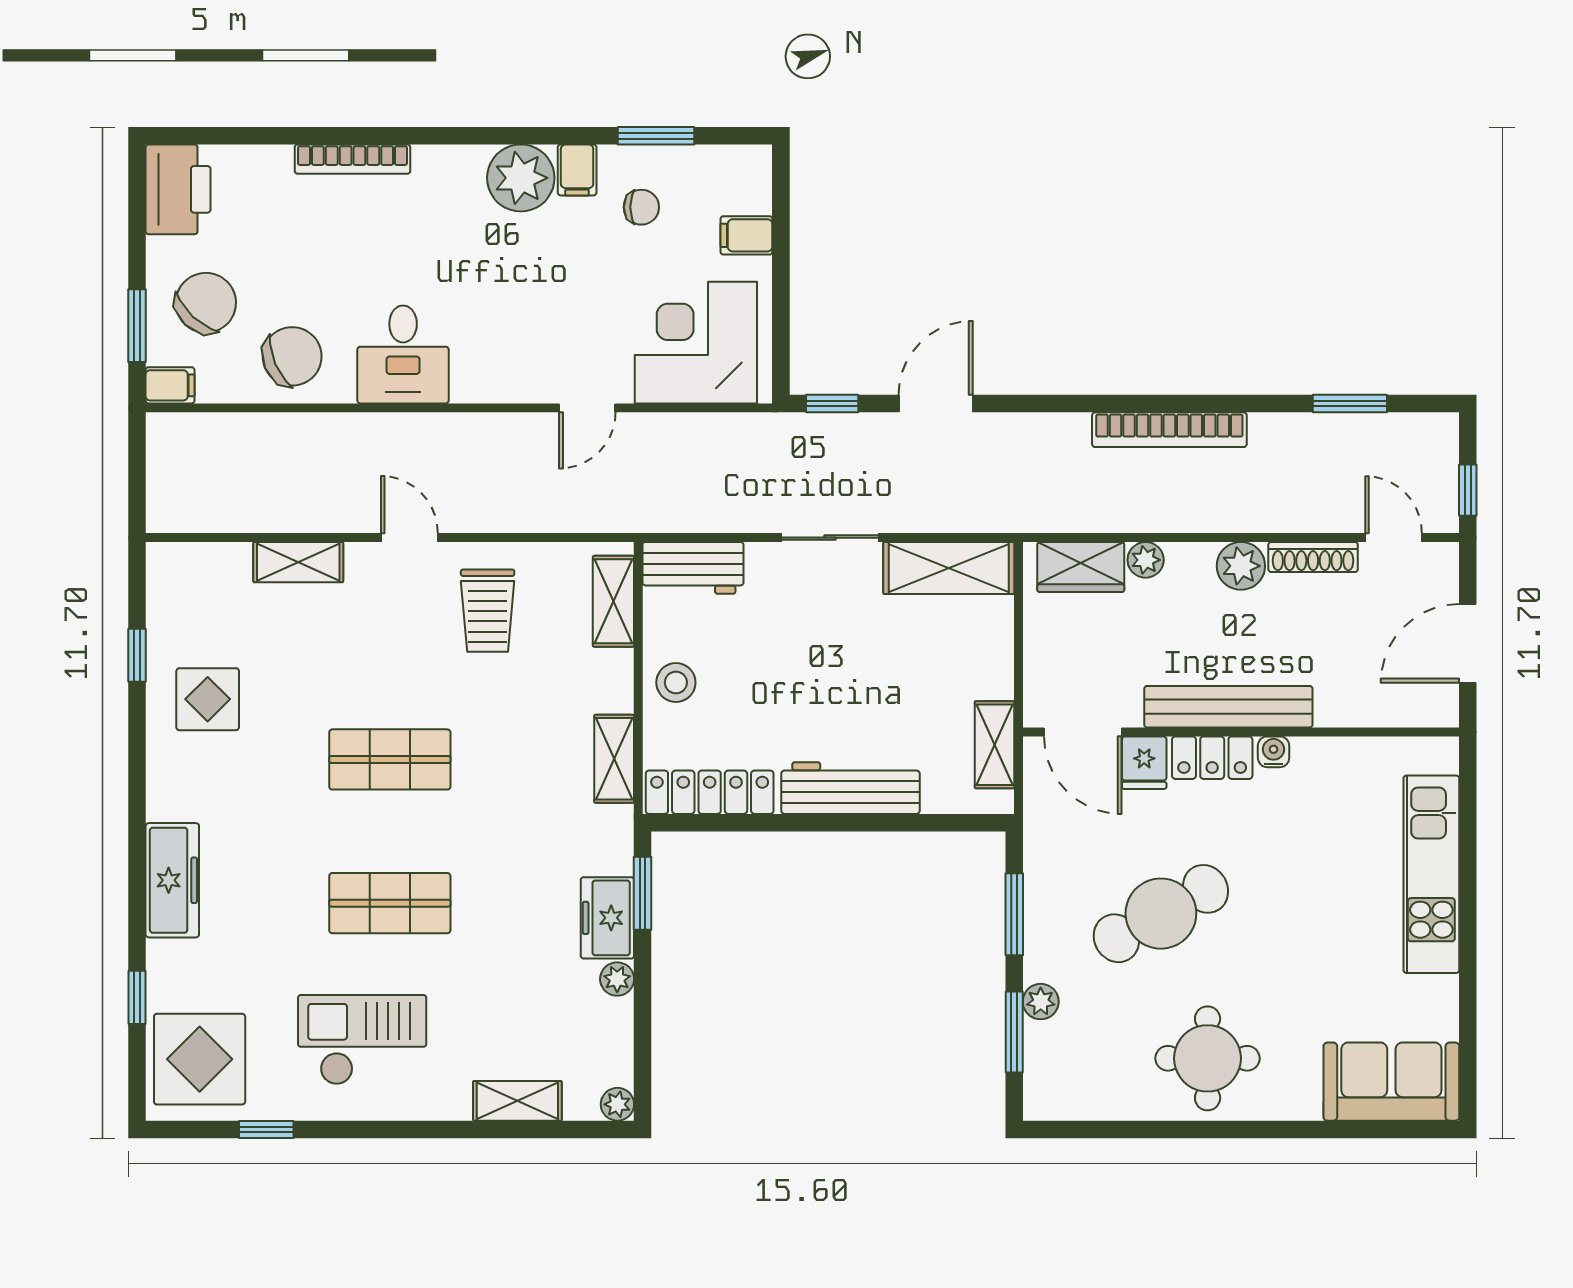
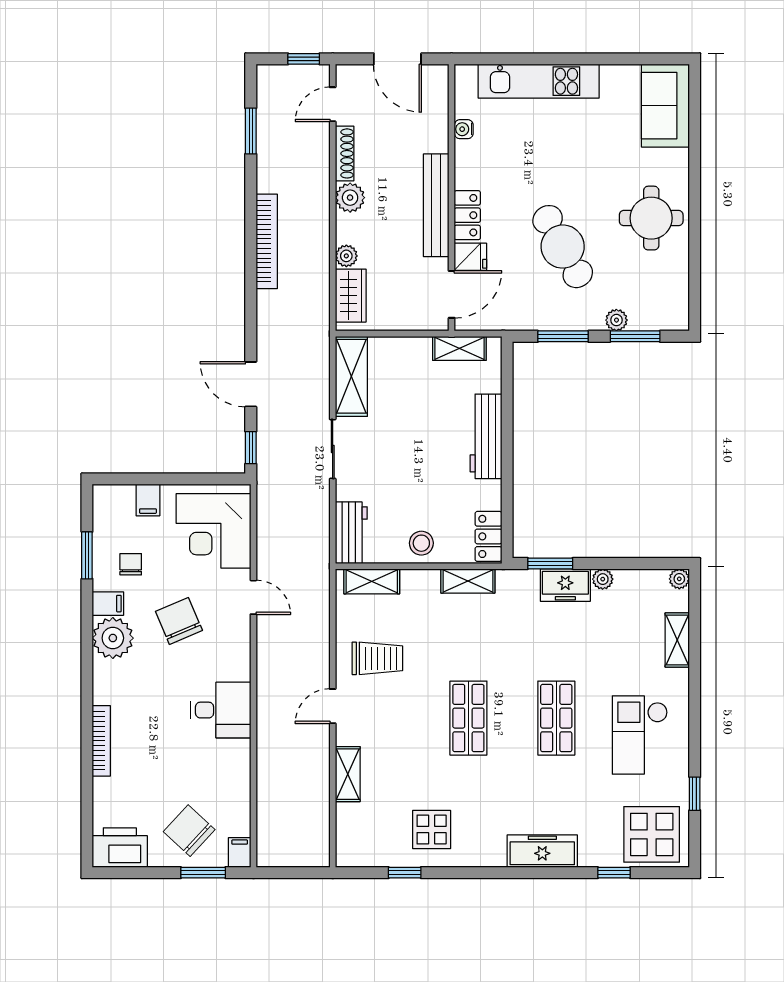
chair: (292, 356) -> (179, 621), moved
water cooler: (1274, 752) -> (464, 129), moved
locker: (710, 792) -> (488, 536), width x0.66

